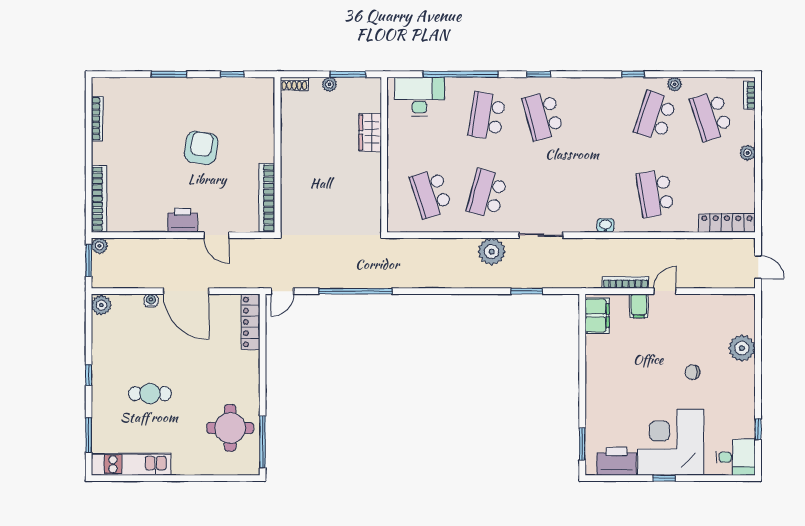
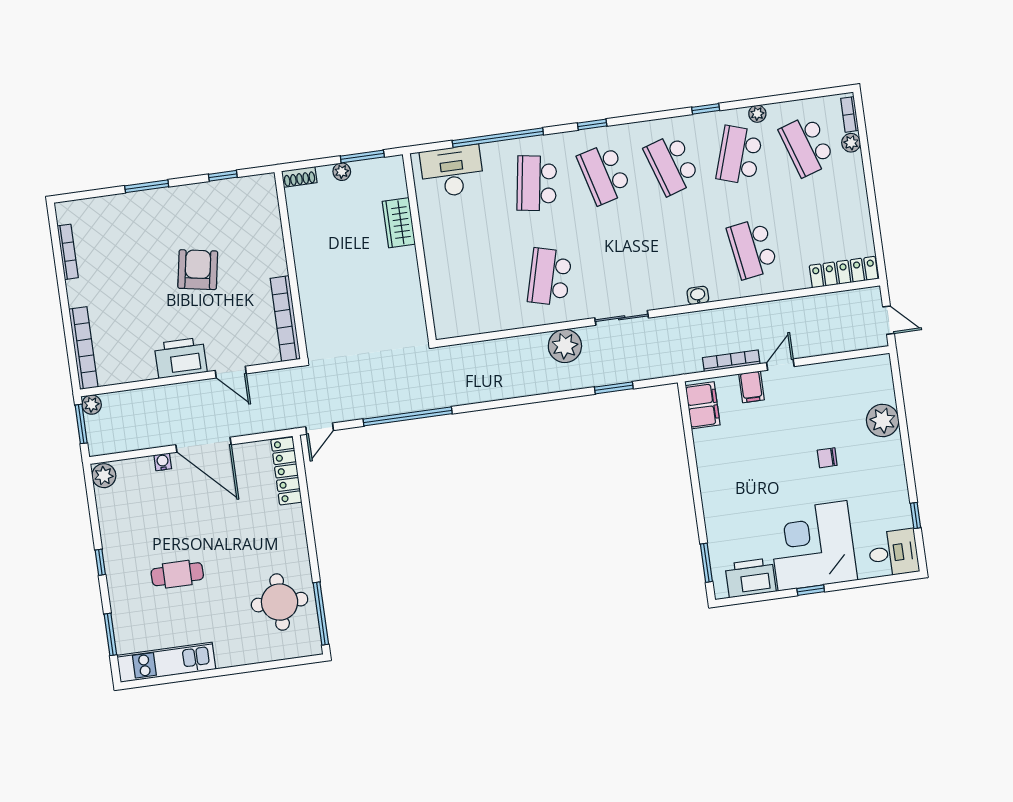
plant: (748, 153) -> (851, 143), moved
school desk: (431, 194) -> (672, 164), moved
printer: (183, 220) -> (181, 358), width x1.37, depth x1.19

